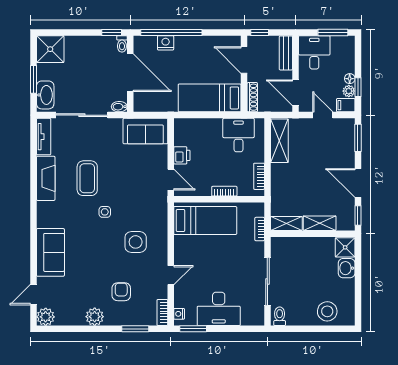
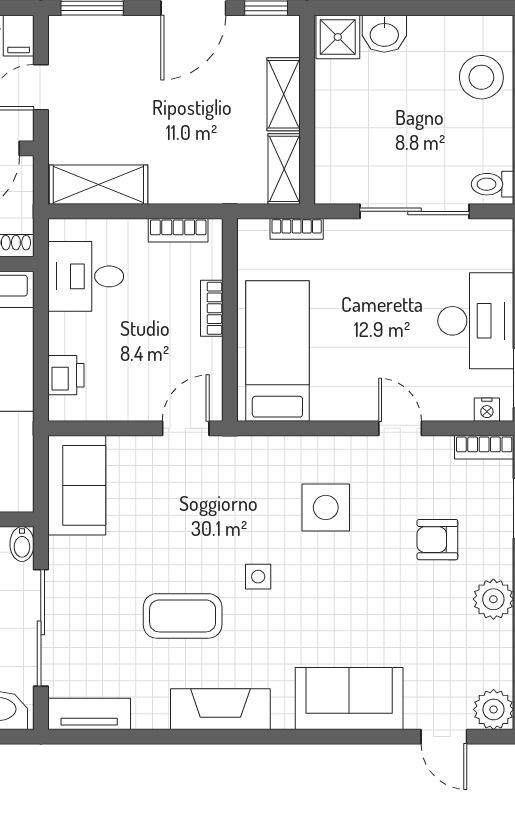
printer: (182, 155) -> (66, 375), moved, turned 90
fireplace: (46, 178) -> (220, 709), moved

